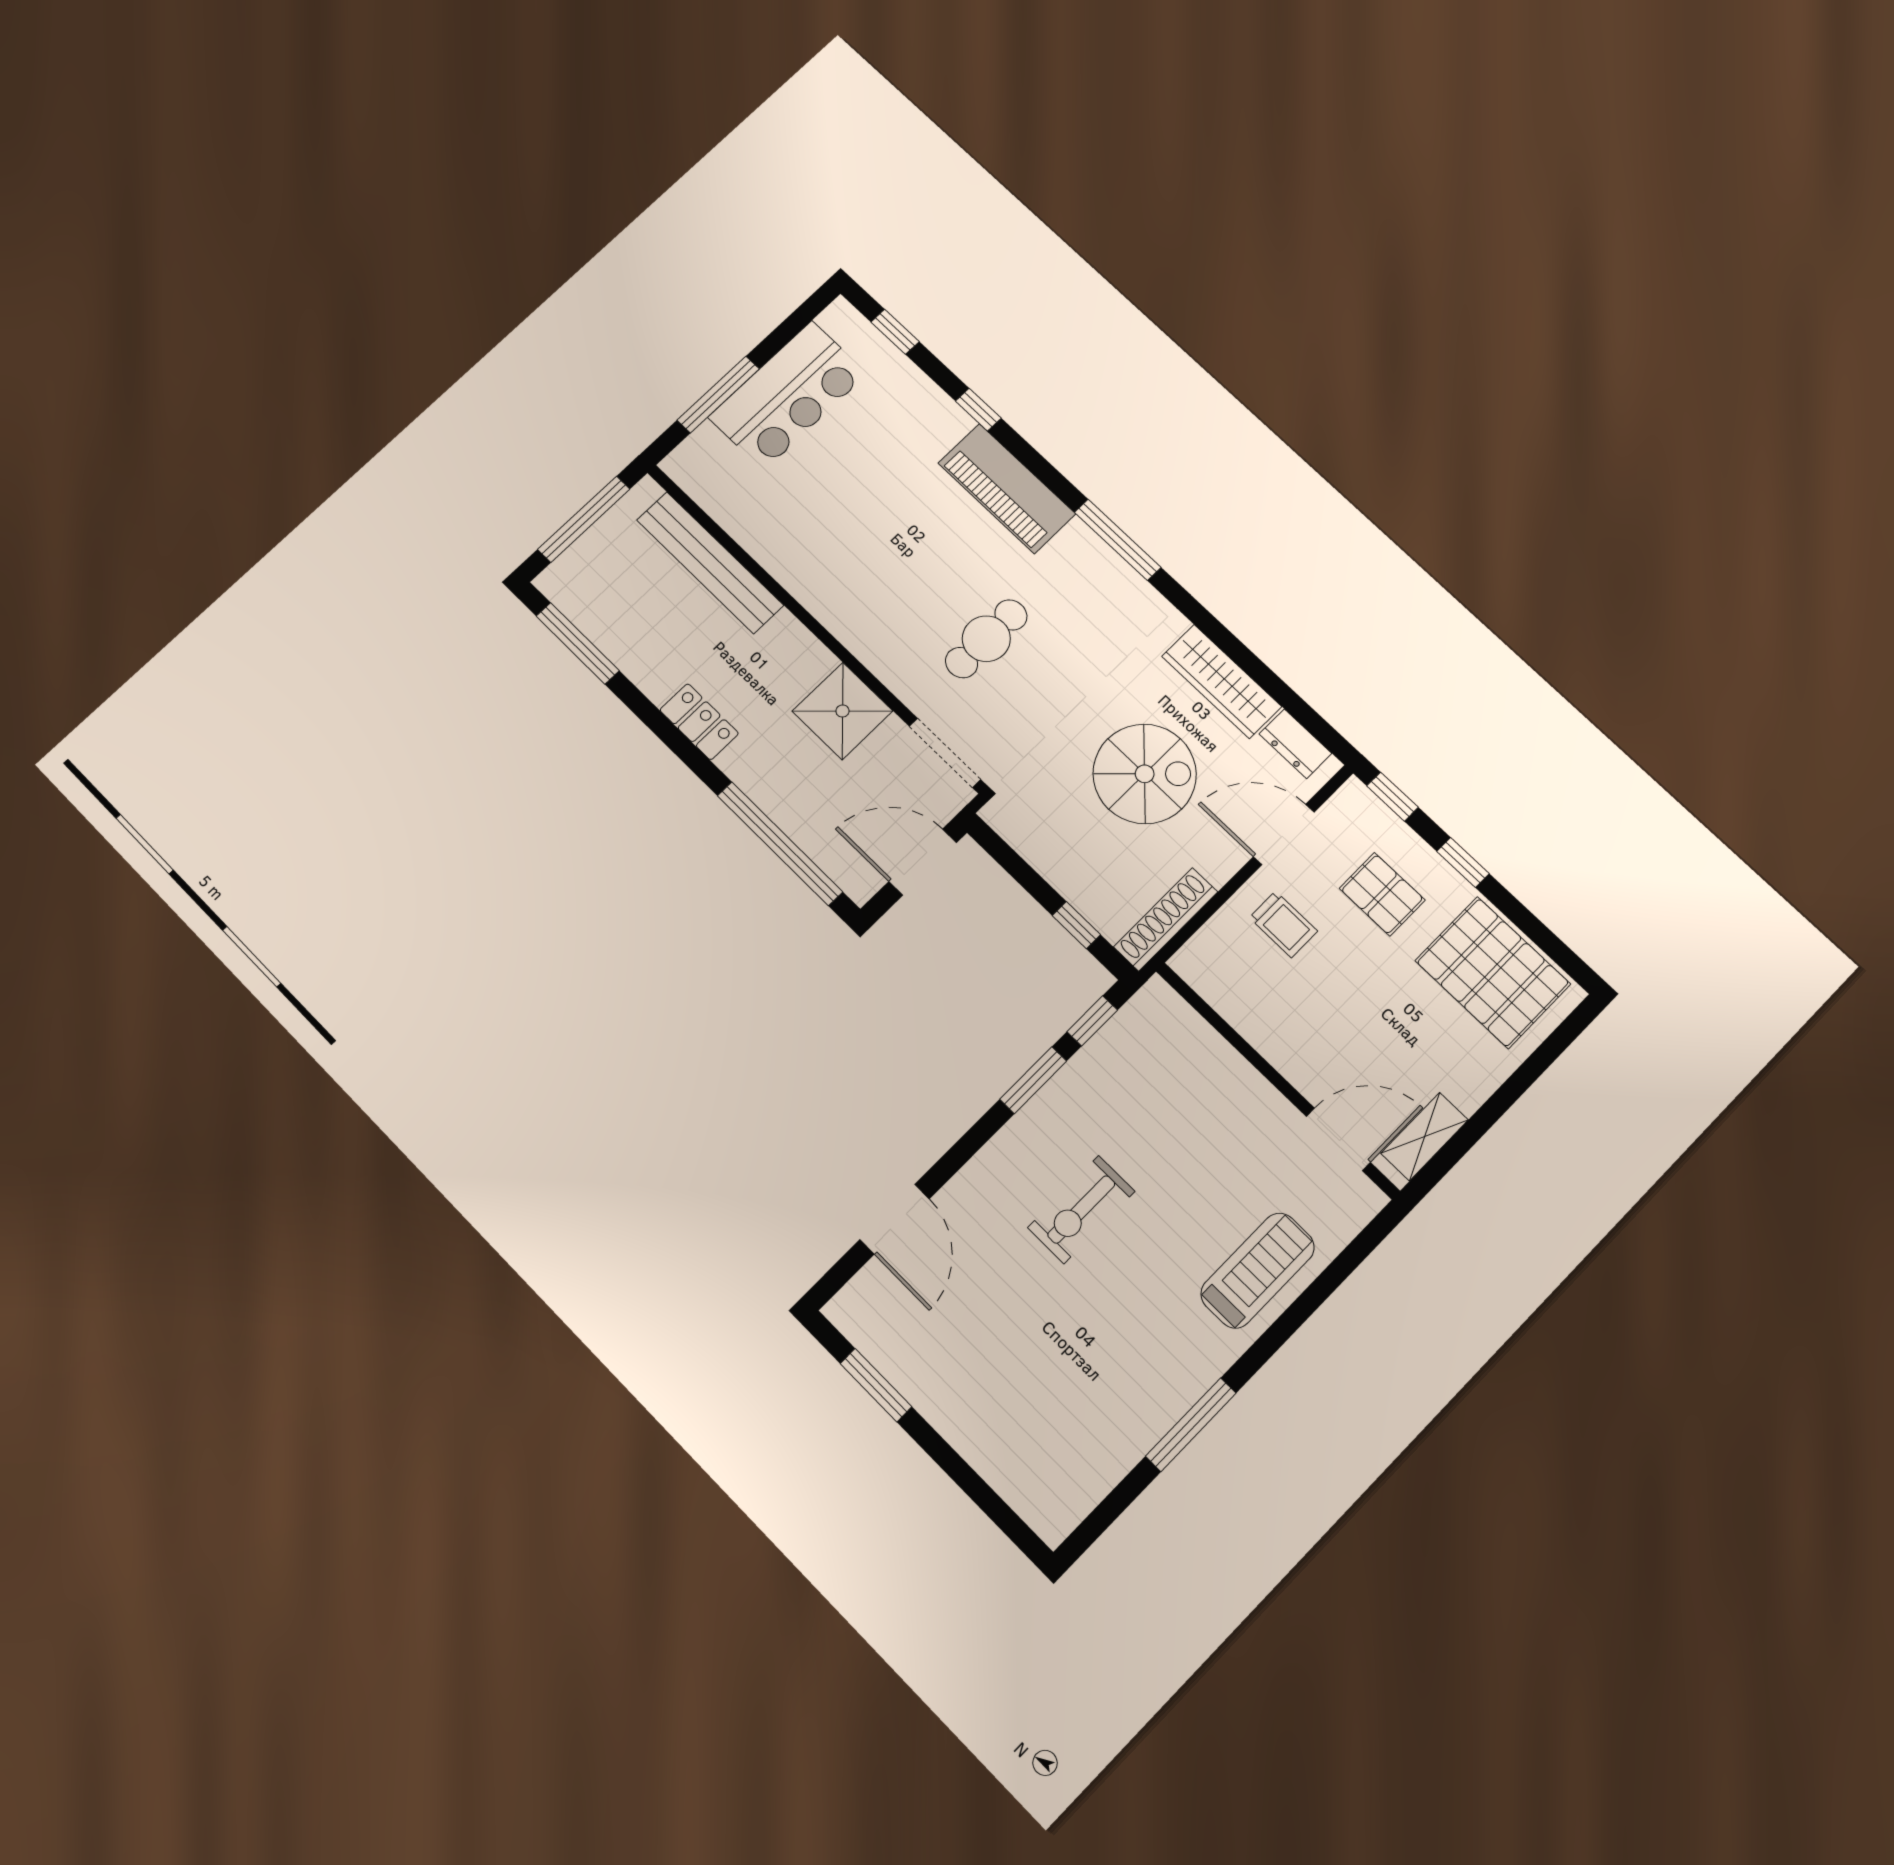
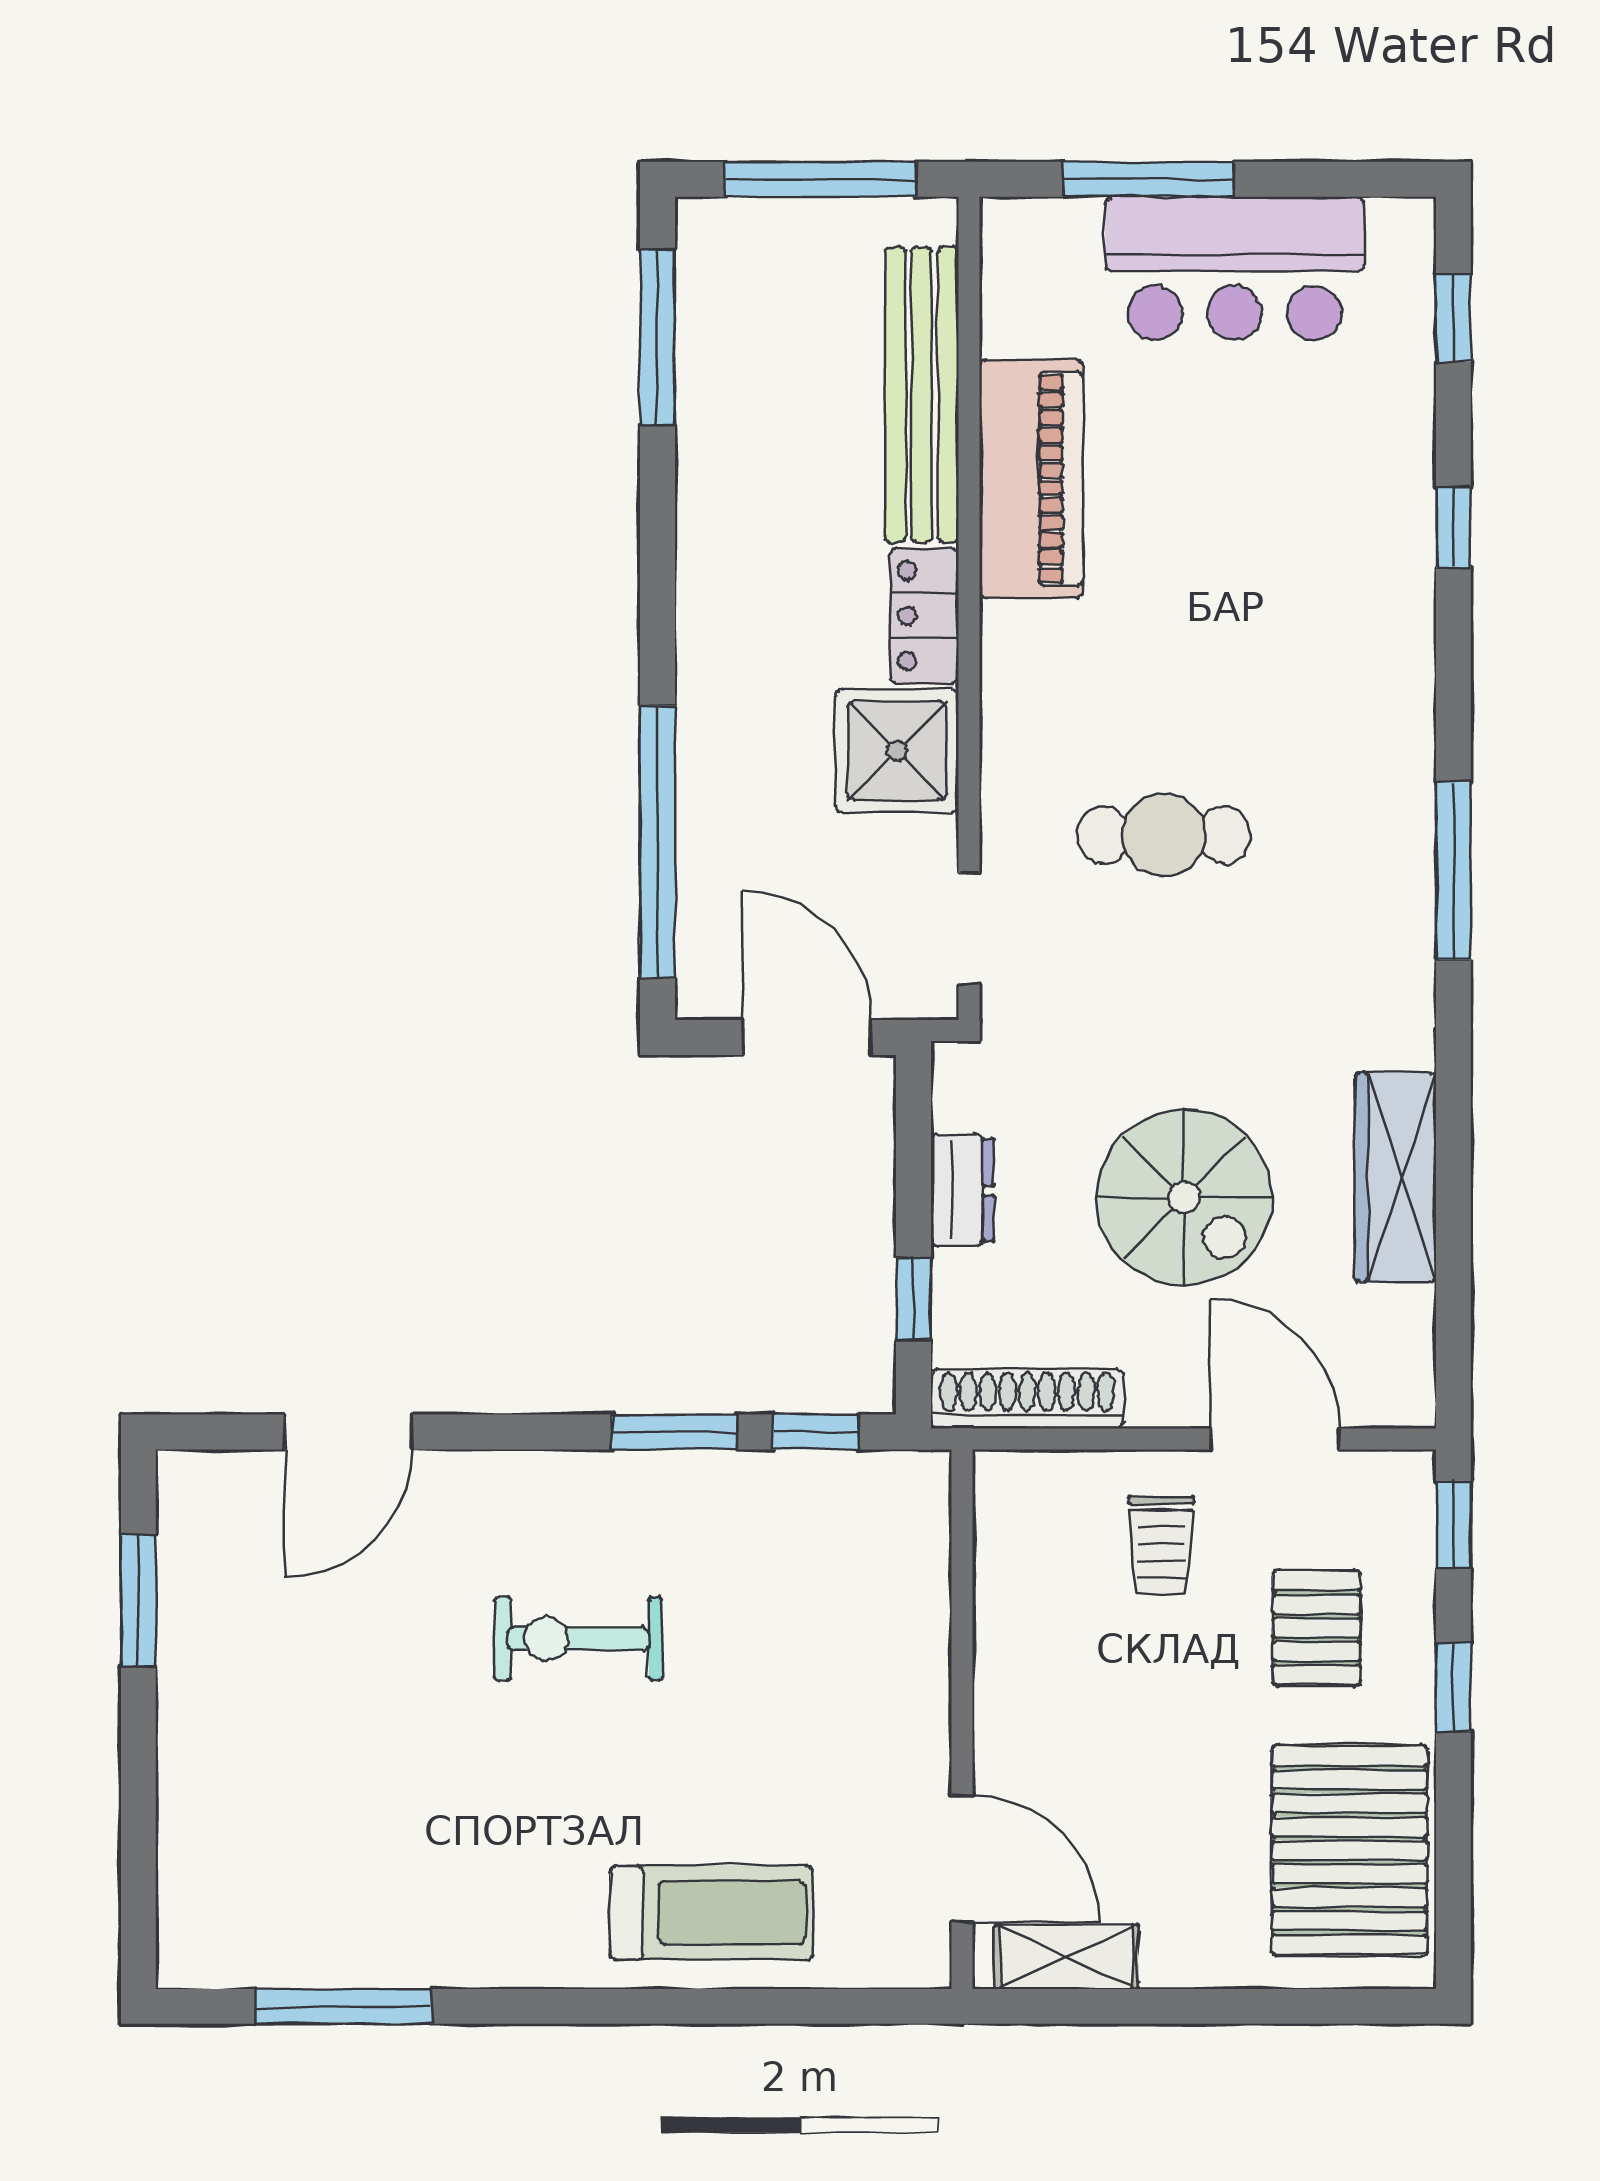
piano: (1007, 488) -> (1031, 479), moved, turned 180
locker: (699, 722) -> (924, 616), moved, turned 180
dresser: (1295, 744) -> (962, 1190), moved, turned 180
doorway: (945, 753) -> (969, 929), width x0.73
window: (1191, 1425) -> (344, 2006), moved

